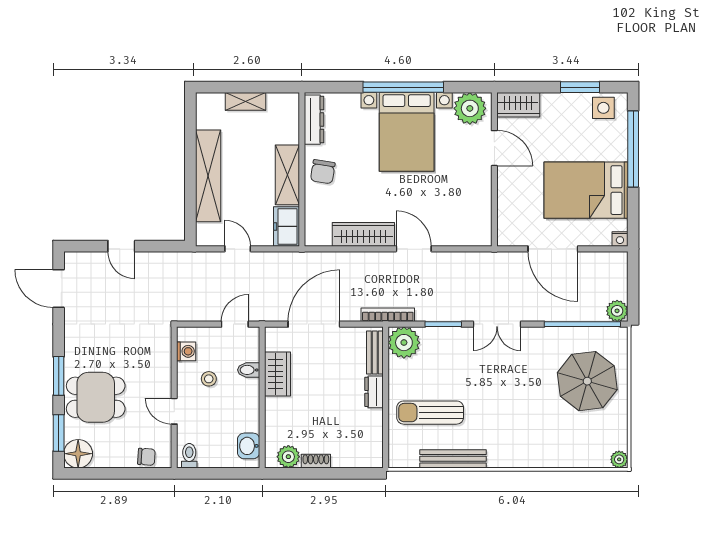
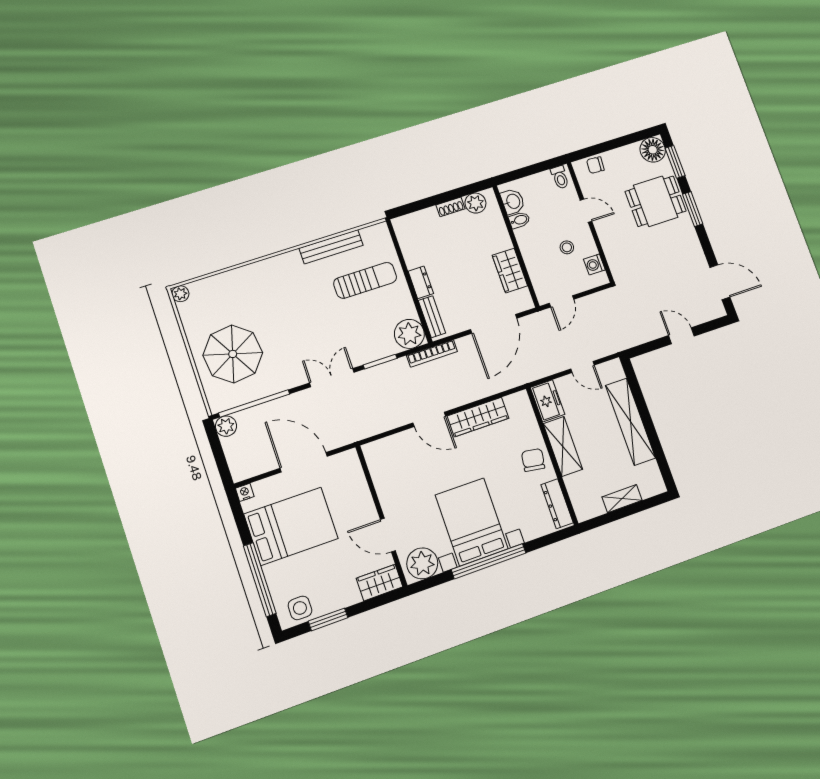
bidet: (249, 370) -> (519, 220), moved

